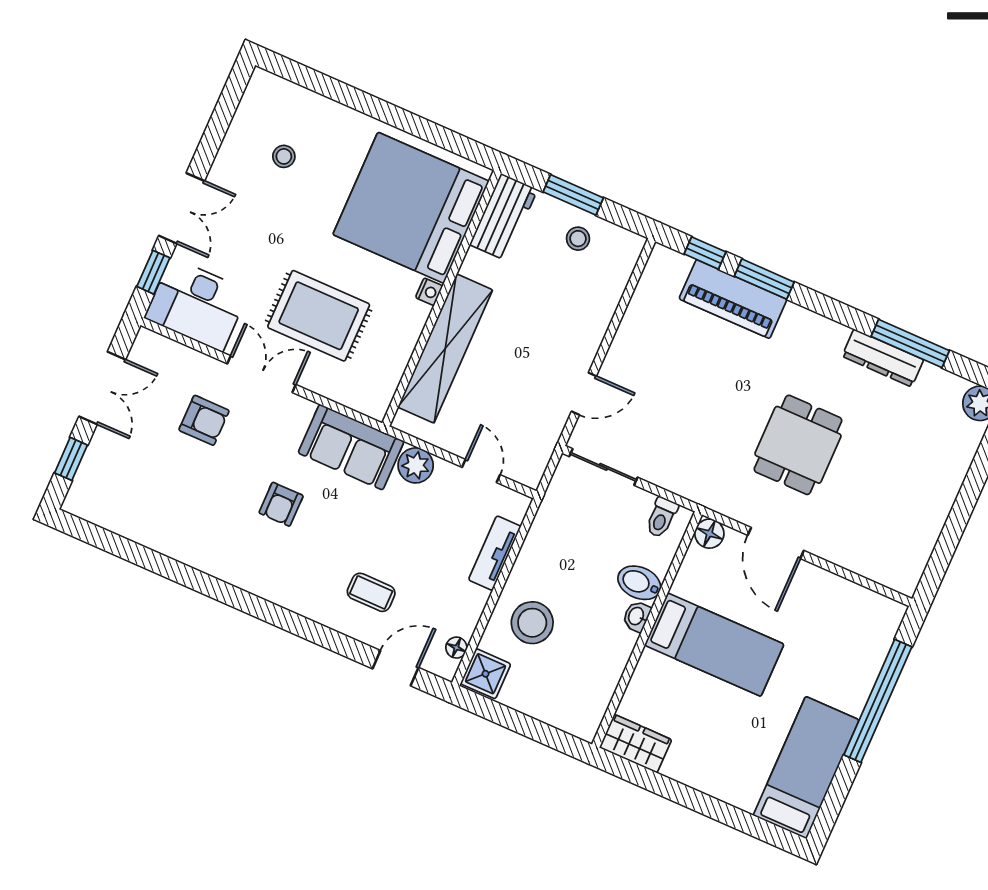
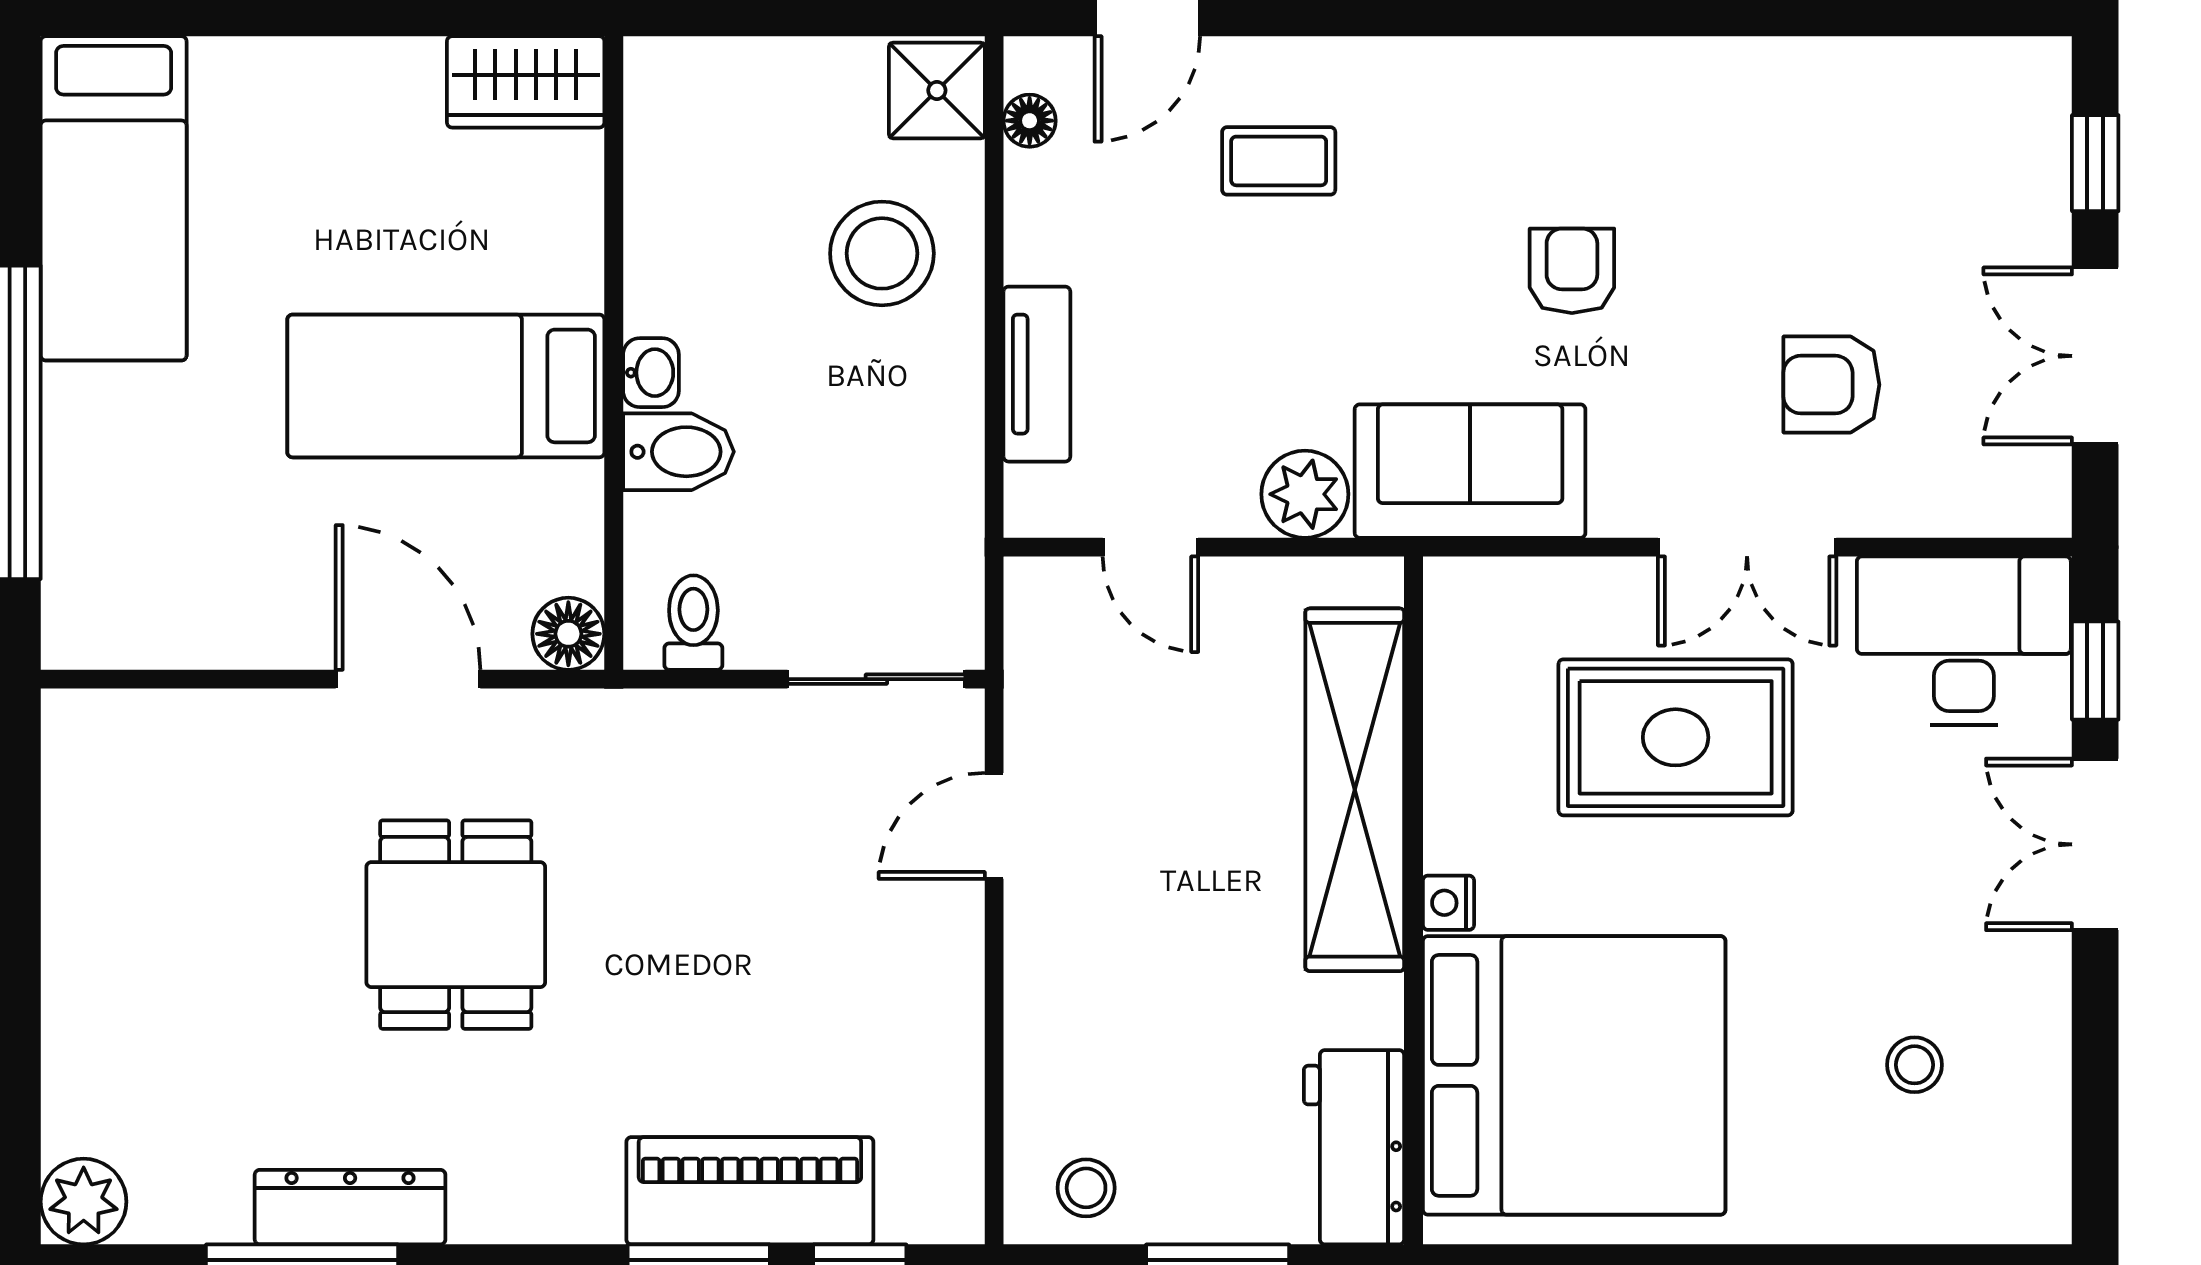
stool: (578, 239) -> (1086, 1188), moved

